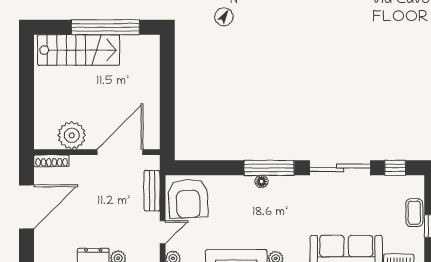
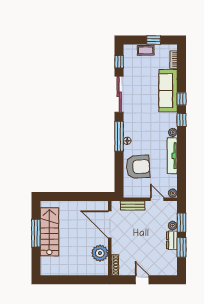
window: (105, 27) -> (36, 233), width x0.68
stairs: (79, 50) -> (49, 232), moved
armchair: (188, 199) -> (138, 167), moved
door: (27, 207) -> (142, 280), width x0.53

